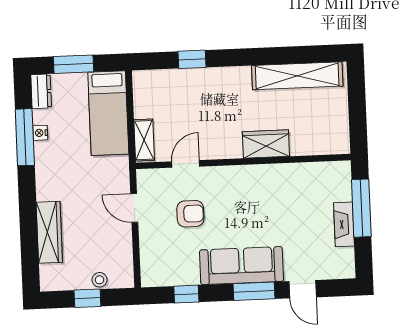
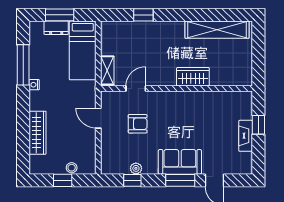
dresser: (41, 91) -> (56, 28), moved, turned 90
nightstand: (40, 133) -> (34, 85), moved
window: (361, 208) -> (258, 125), width x0.46
sofa: (242, 266) -> (180, 162), width x0.73
plant: (191, 277) -> (136, 168), added

